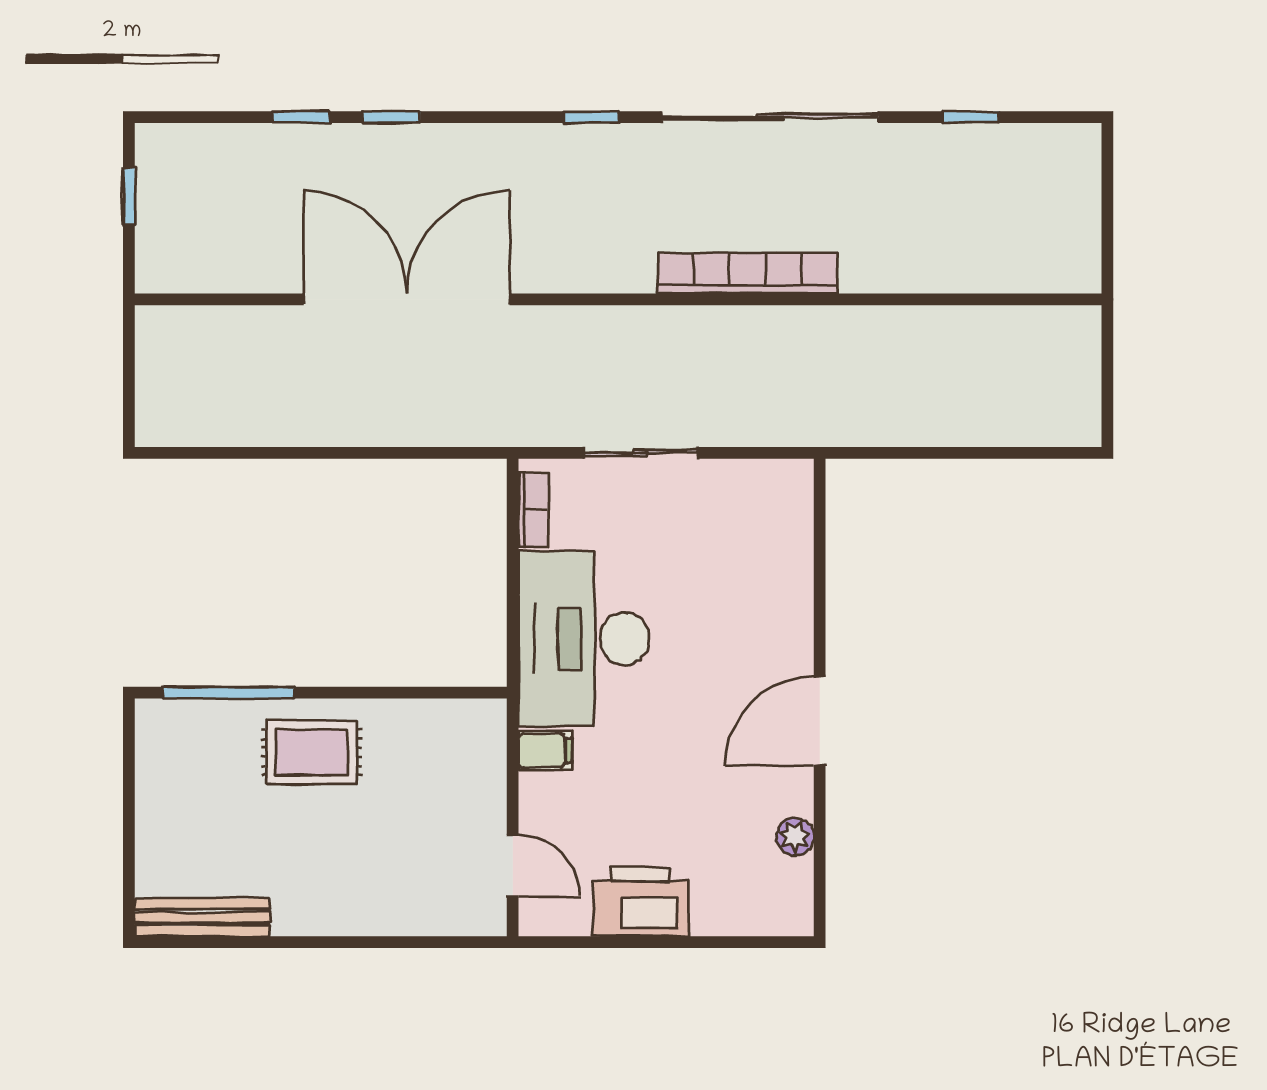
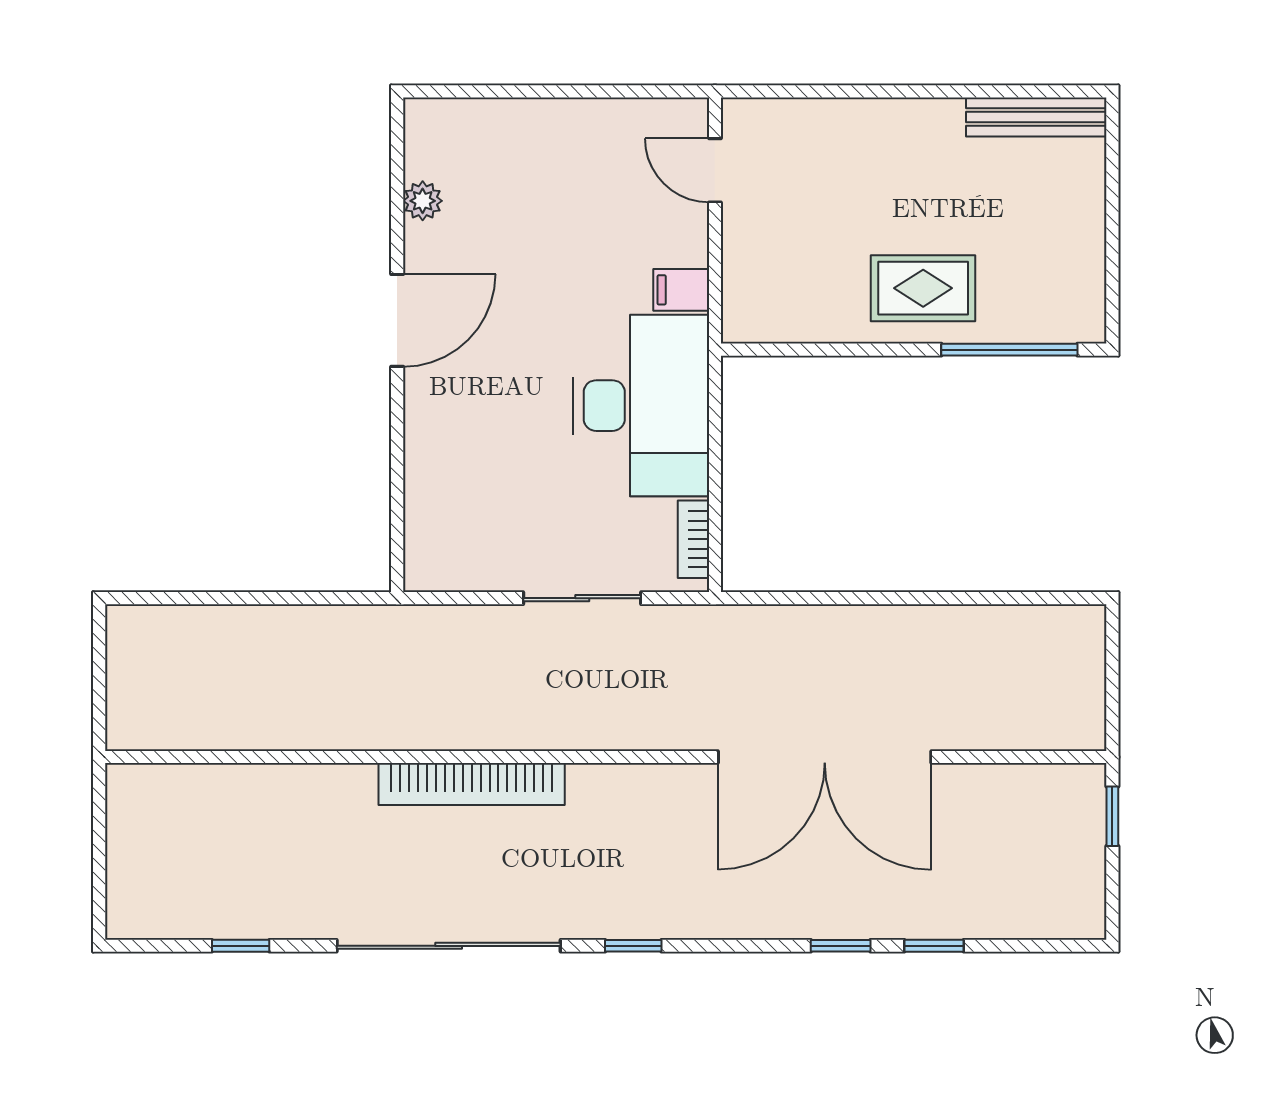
window: (129, 196) -> (1112, 816), moved
printer: (641, 902) -> (582, 133), removed

